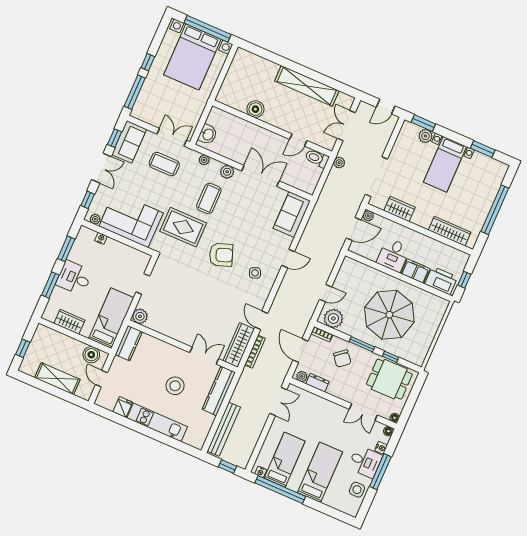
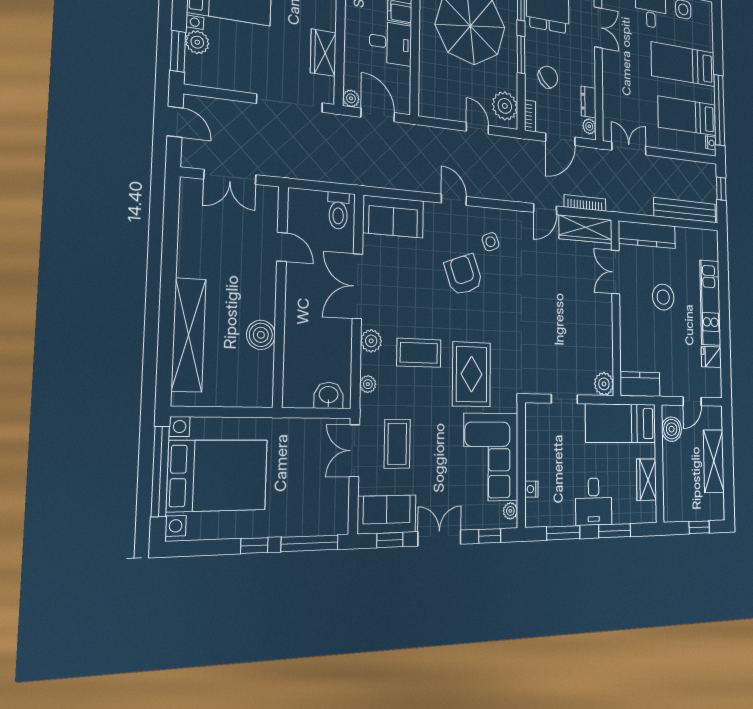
shelving: (307, 86) -> (189, 335), moved
toilet: (317, 158) -> (338, 211), moved
plant: (339, 163) -> (291, 169), removed
armchair: (221, 255) -> (464, 275), moved

